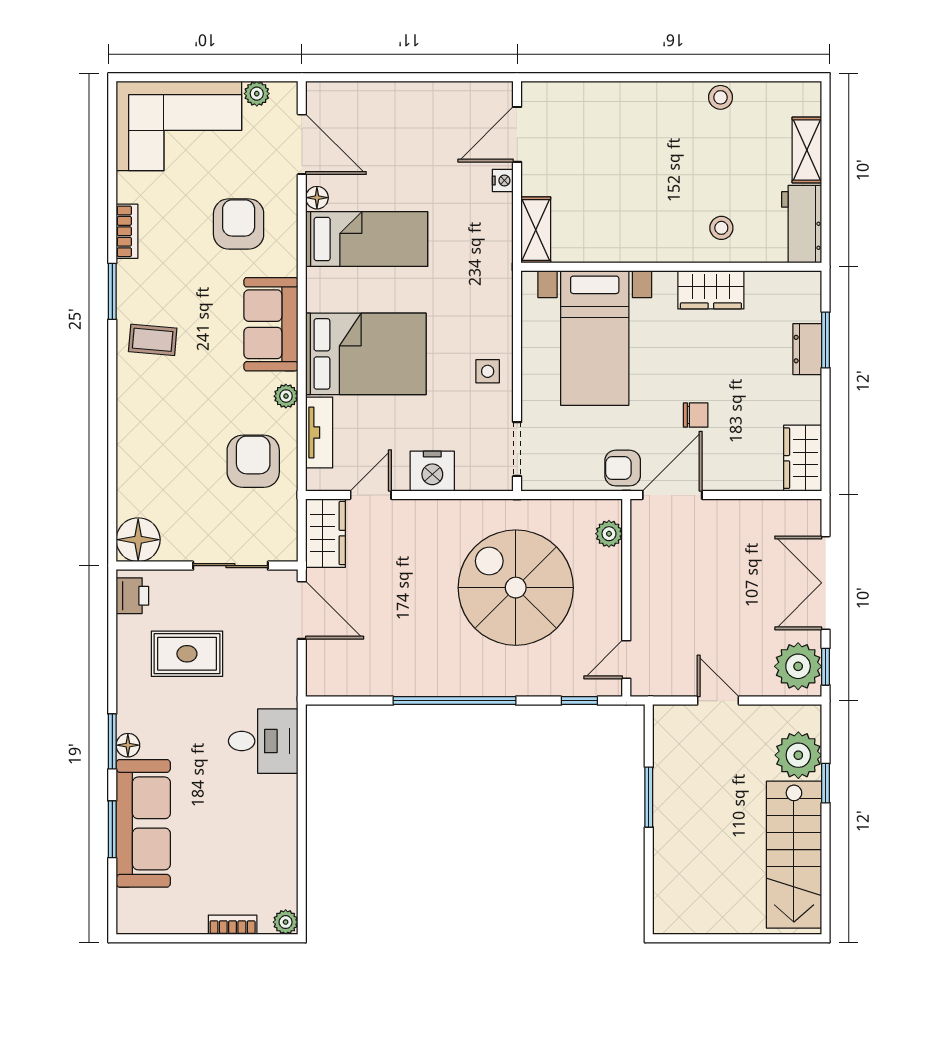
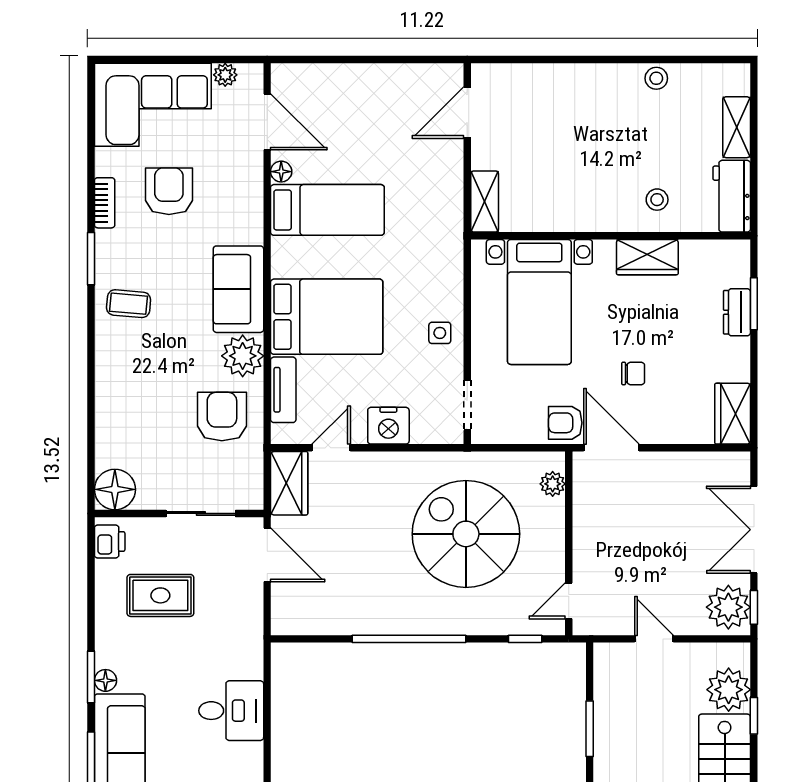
nightstand: (503, 180) -> (454, 156), removed
armchair: (239, 224) -> (169, 191), moved
plant: (286, 396) -> (243, 356), width x1.87, depth x1.87
door: (672, 495) -> (611, 448), hinge flipped
desk: (263, 741) -> (231, 711), moved

